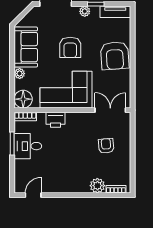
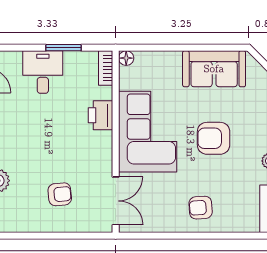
armchair: (115, 56) -> (201, 208), width x0.53, depth x0.53
plant: (20, 74) -> (173, 59), removed
floor lamp: (23, 99) -> (126, 58), width x0.53, depth x0.53
desk: (28, 146) -> (43, 72), moved

